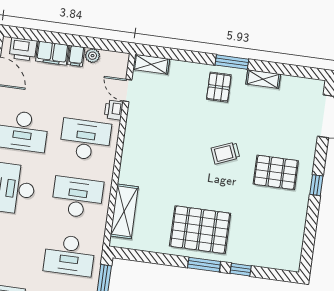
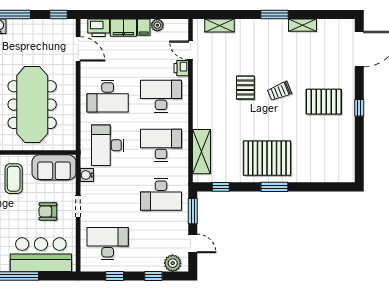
shelving: (151, 64) -> (220, 26), moved
pallet: (219, 87) -> (245, 88), moved
window: (241, 270) -> (221, 187), moved

